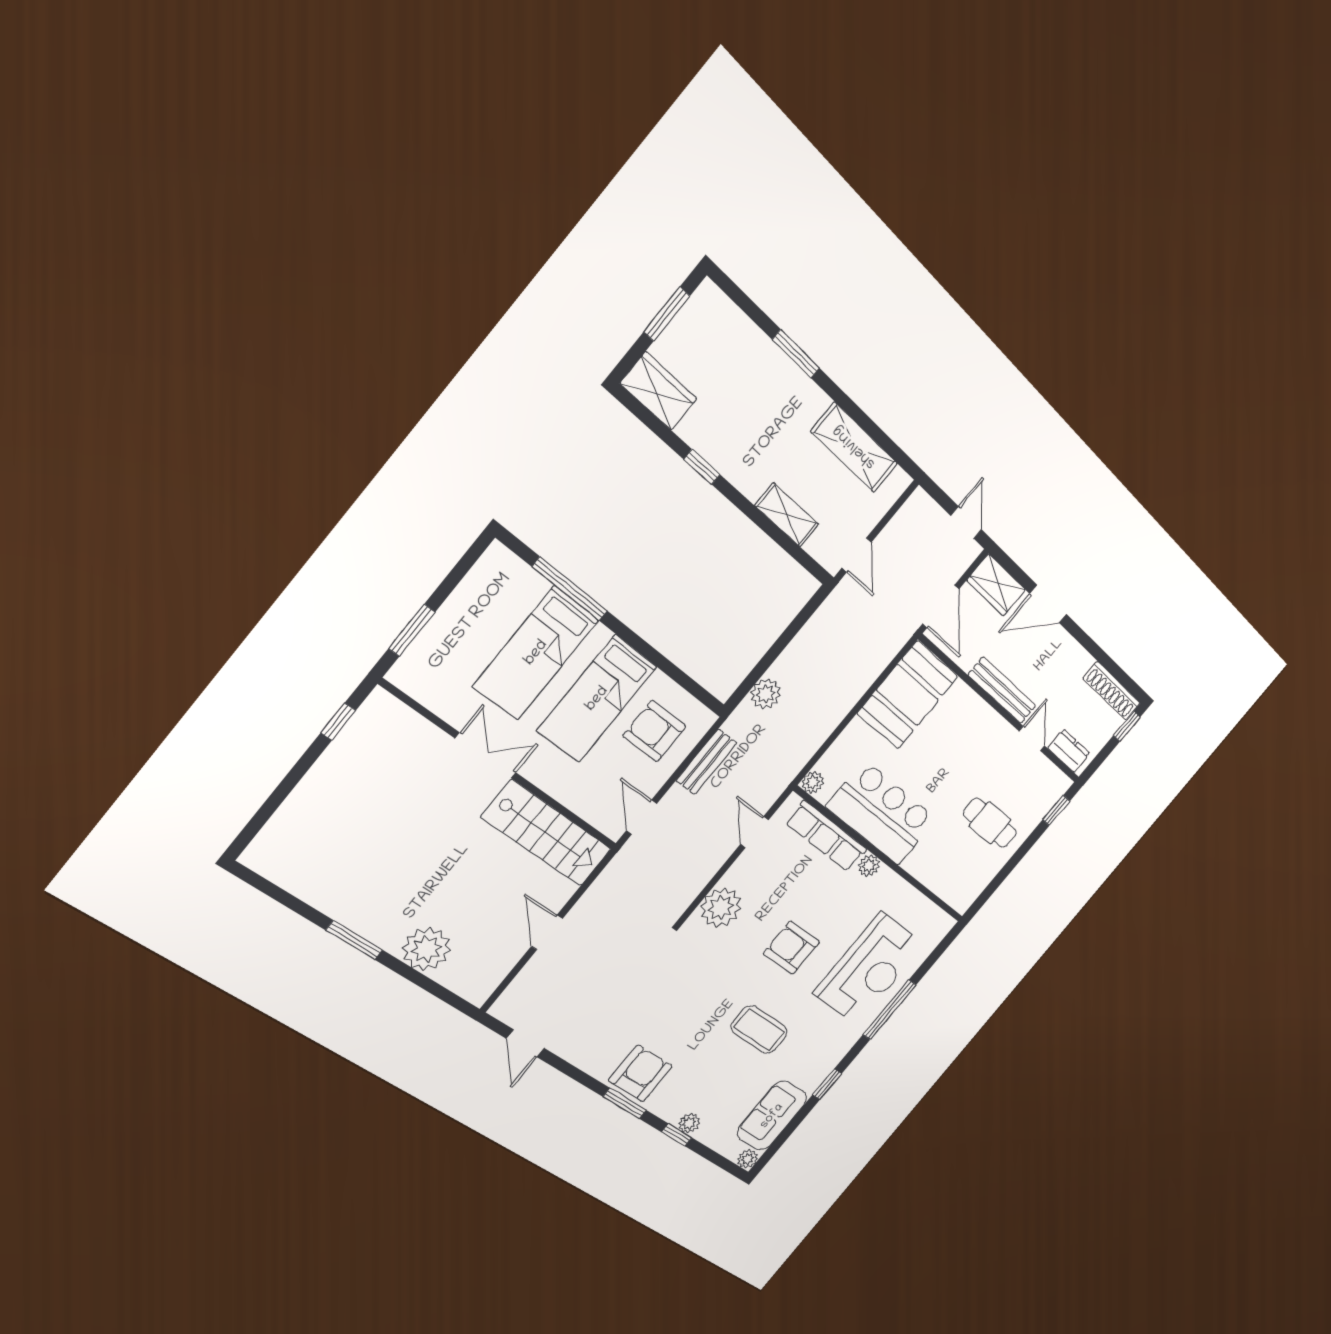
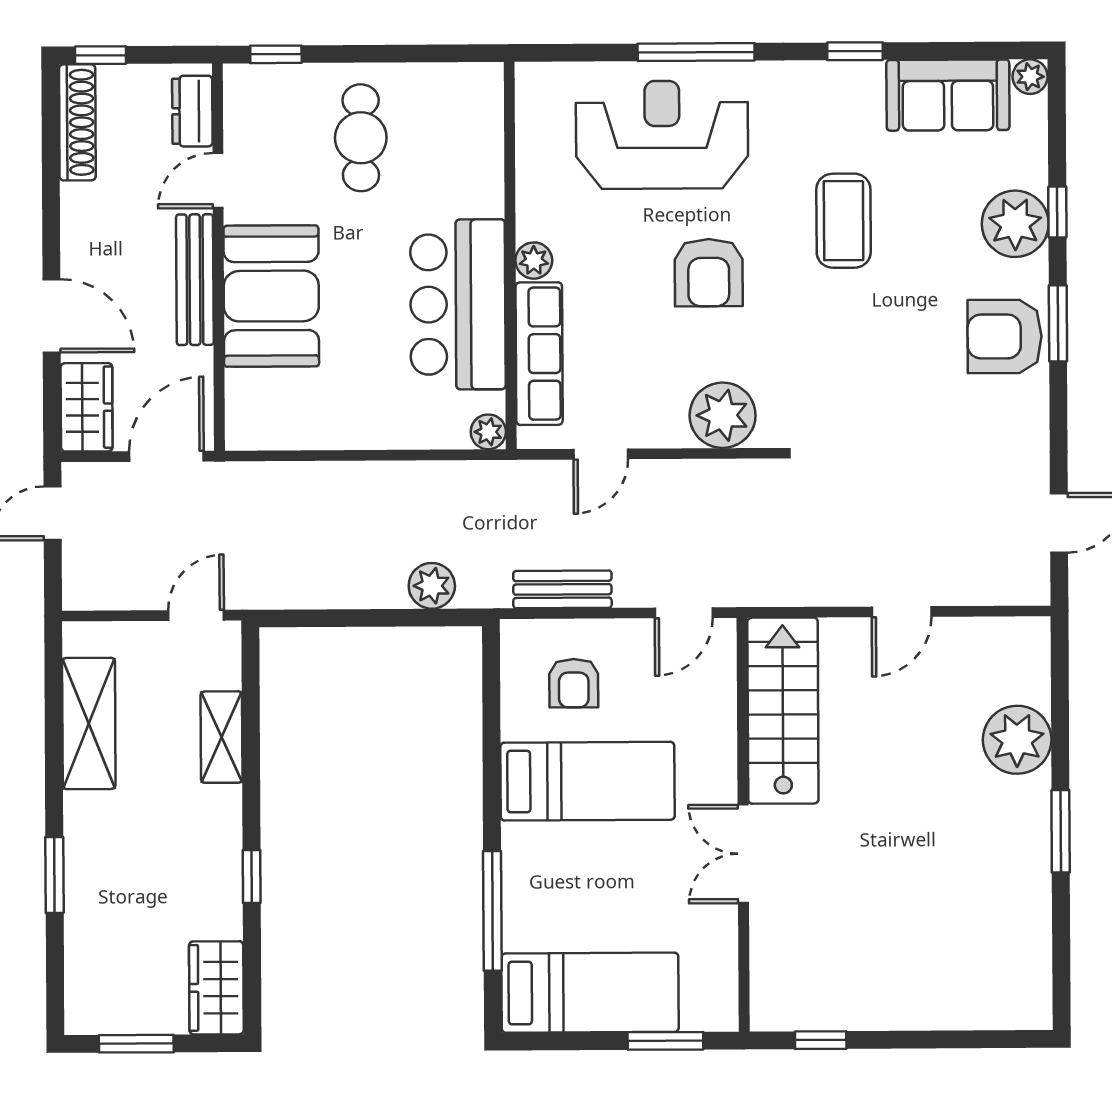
bed: (536, 653) -> (590, 993), moved
booth: (907, 695) -> (271, 296), moved, turned 90
armchair: (654, 731) -> (574, 683), width x0.72, depth x0.72
plant: (689, 1123) -> (1015, 224), width x1.87, depth x1.87

